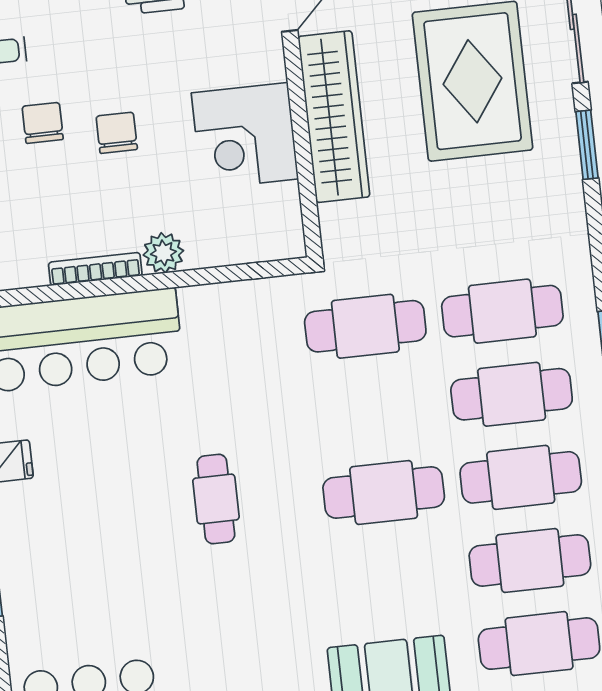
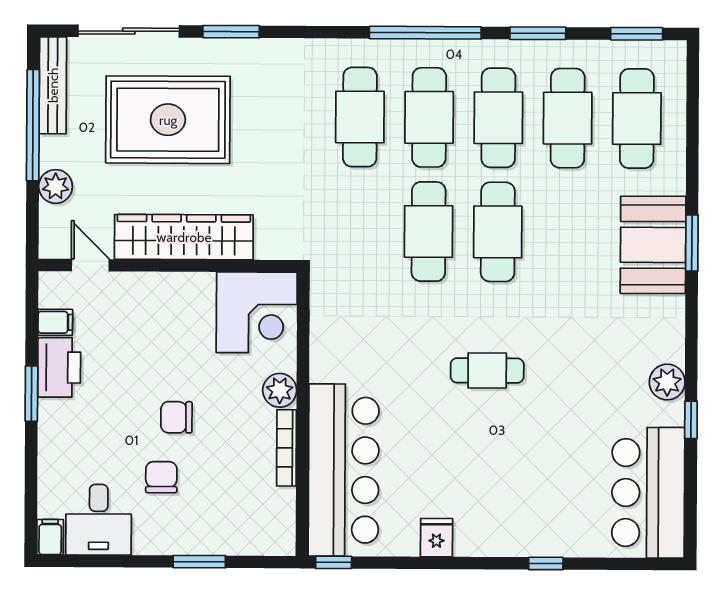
chair: (43, 123) -> (161, 477), turned 90
corner desk: (245, 136) -> (257, 312), moved
cafe table: (365, 326) -> (429, 232), moved

